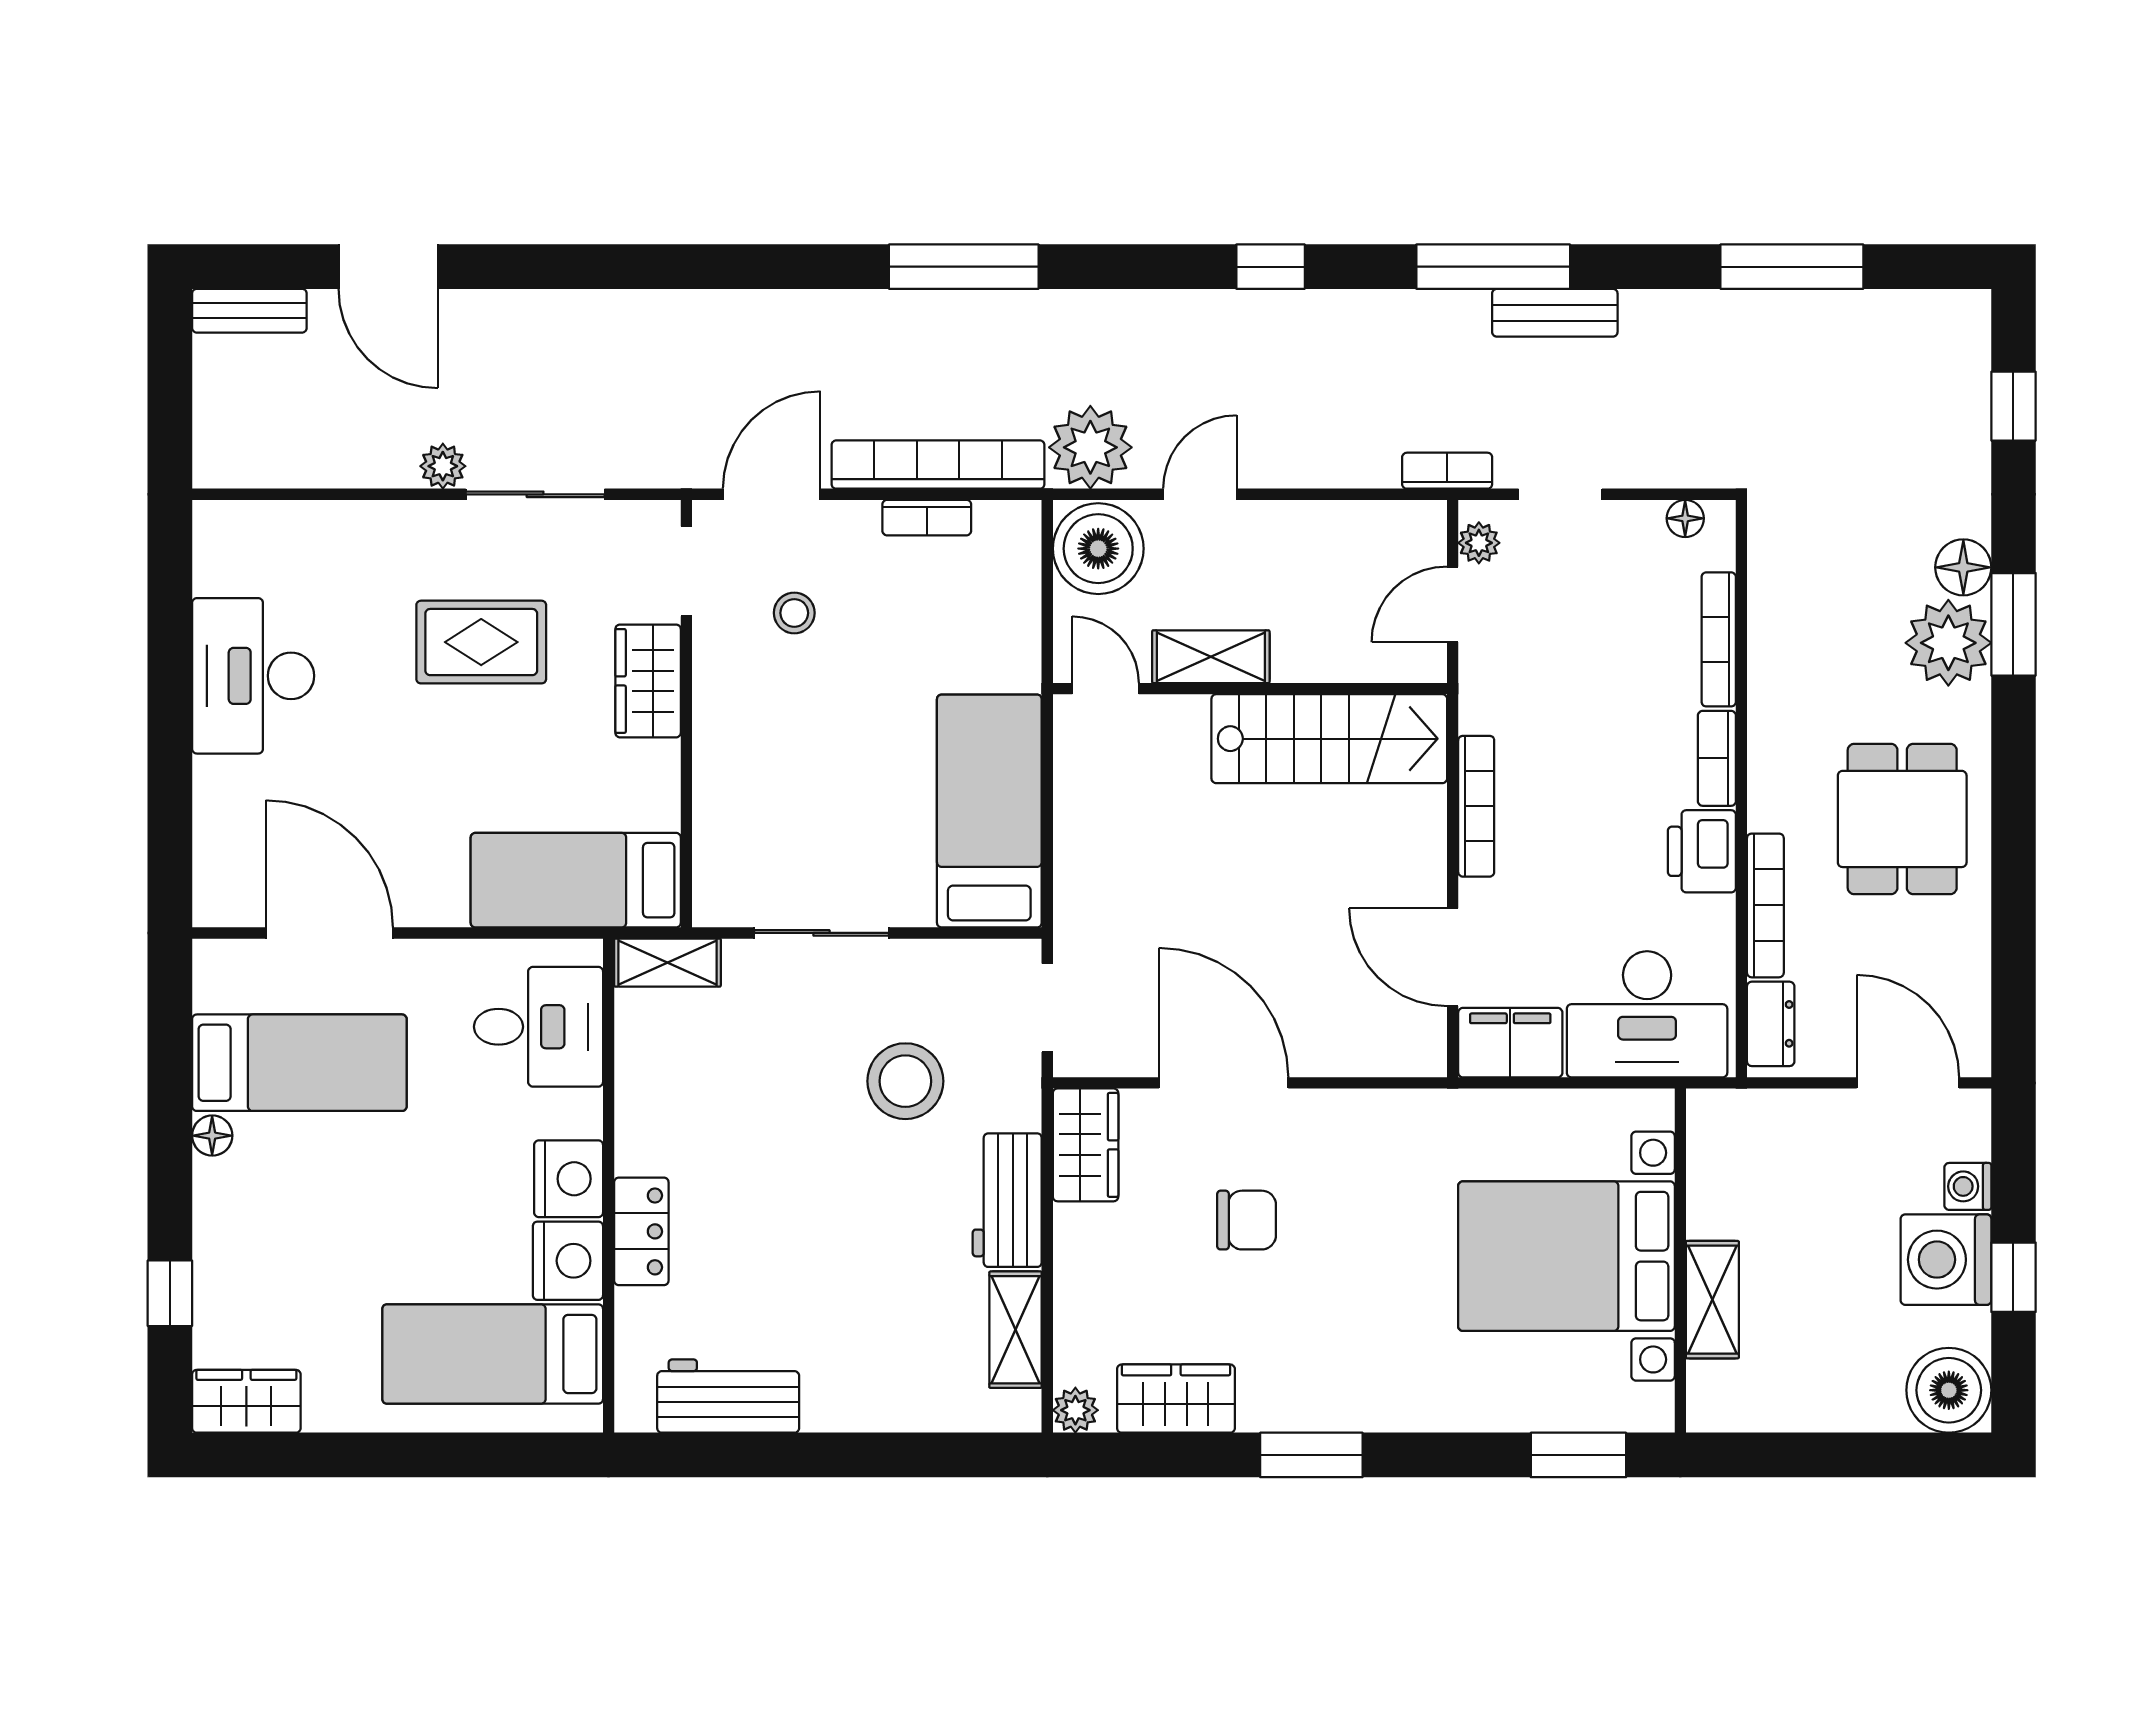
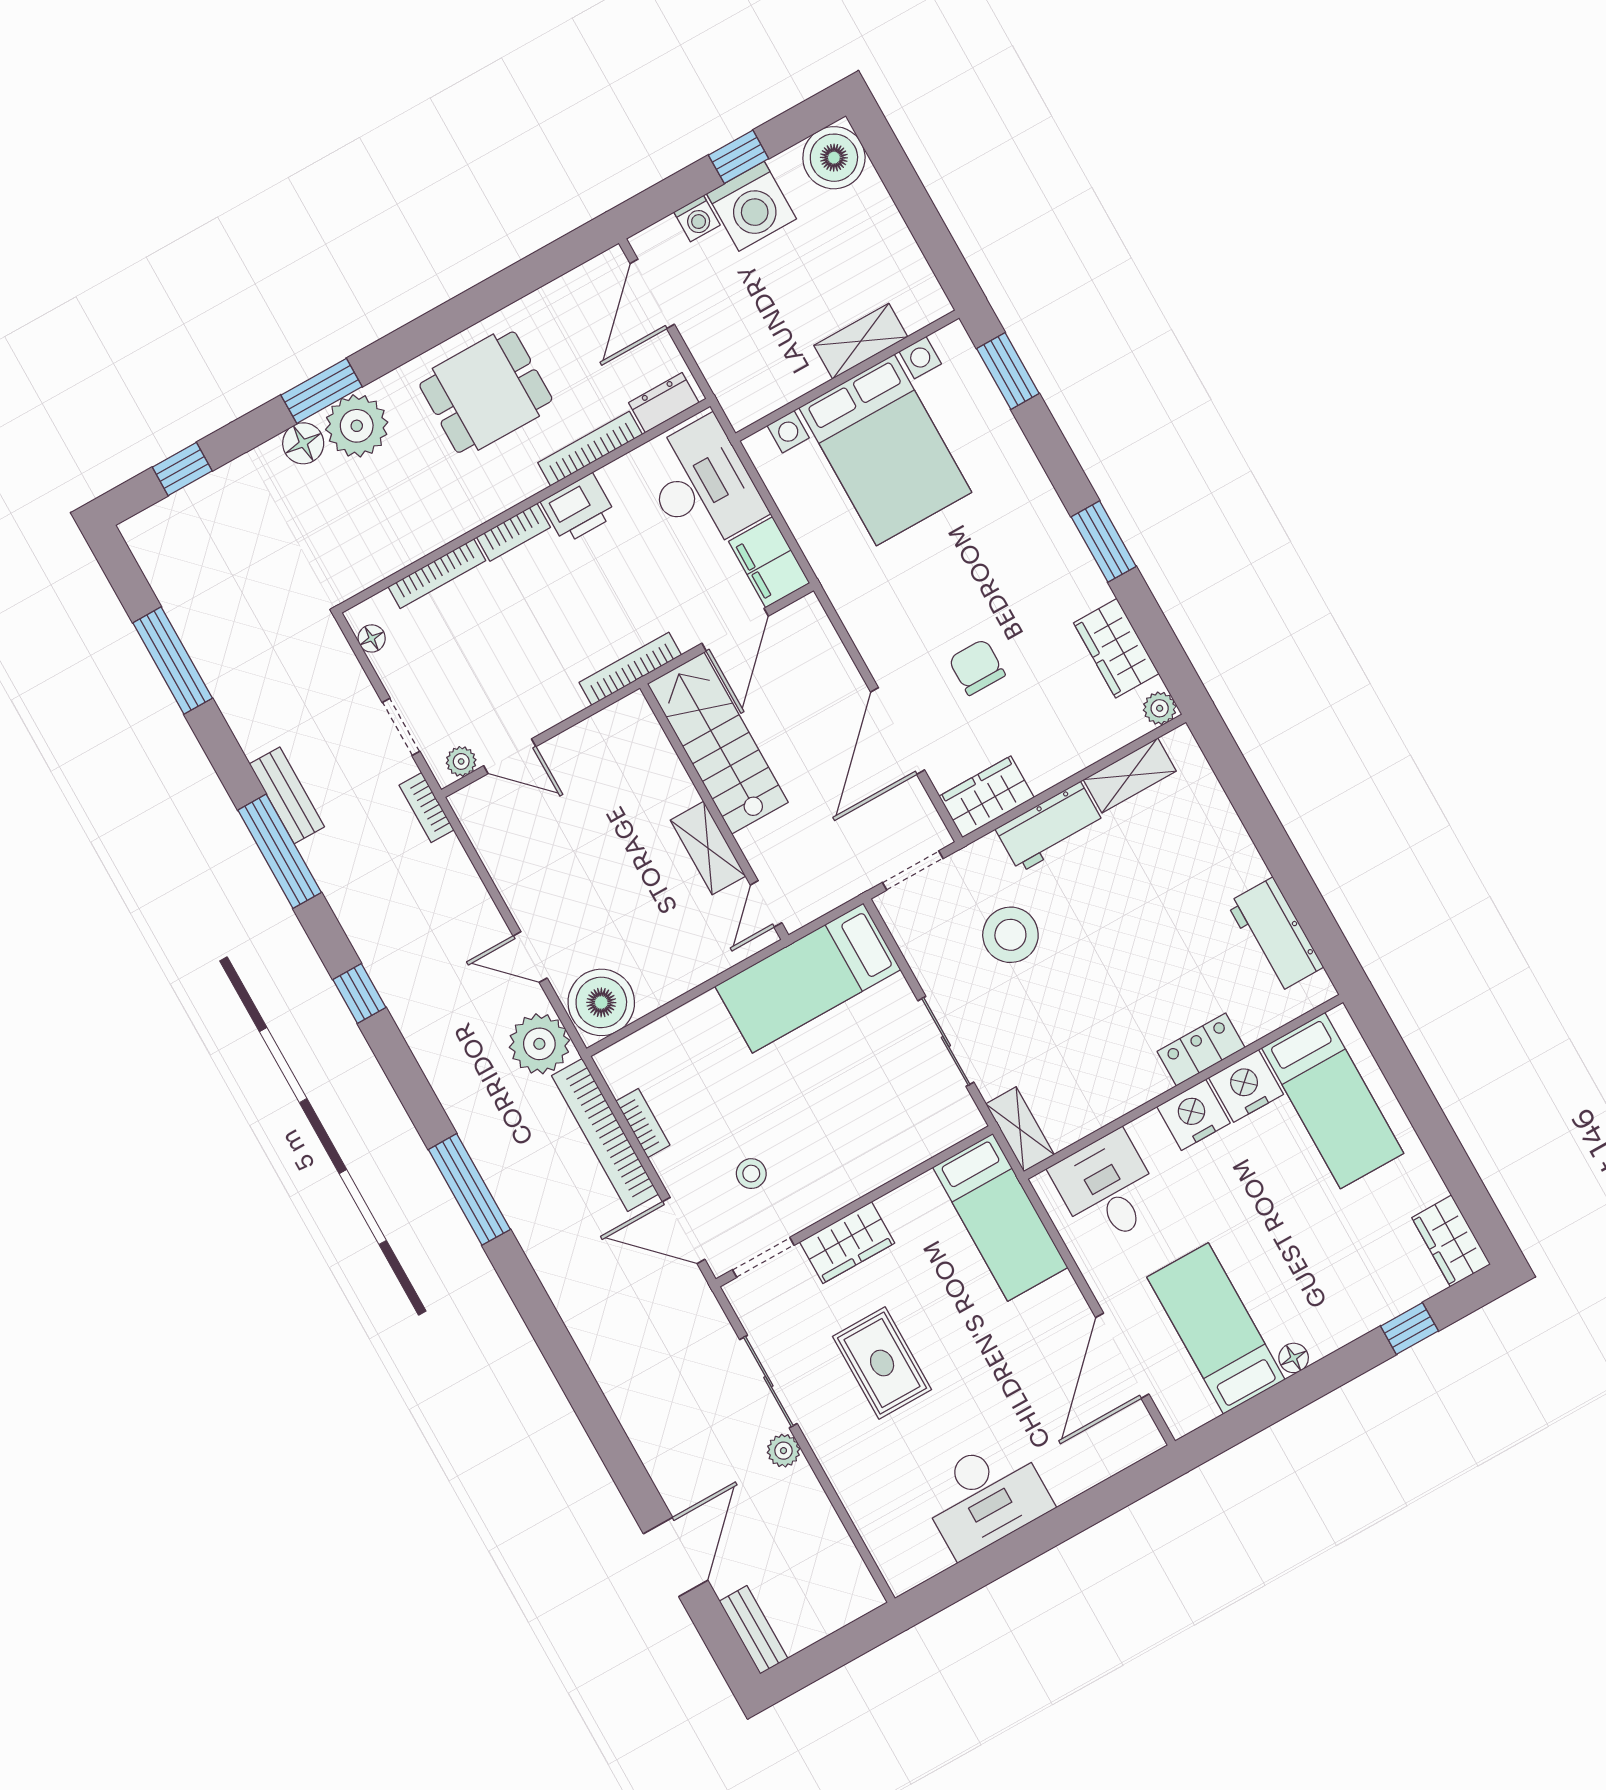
shelving: (1211, 657) -> (708, 848), moved
door: (1105, 689) -> (766, 904), moved
wall: (1250, 689) -> (714, 812), moved
stairs: (1329, 739) -> (718, 743), moved

